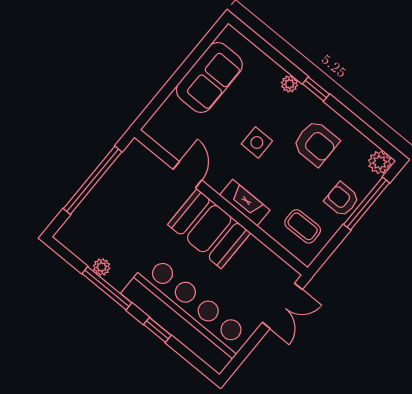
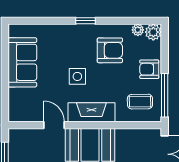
plant: (289, 84) -> (138, 30), moved
fireplace: (245, 203) -> (91, 112), width x1.37, depth x1.32
window: (367, 204) -> (165, 95), moved

